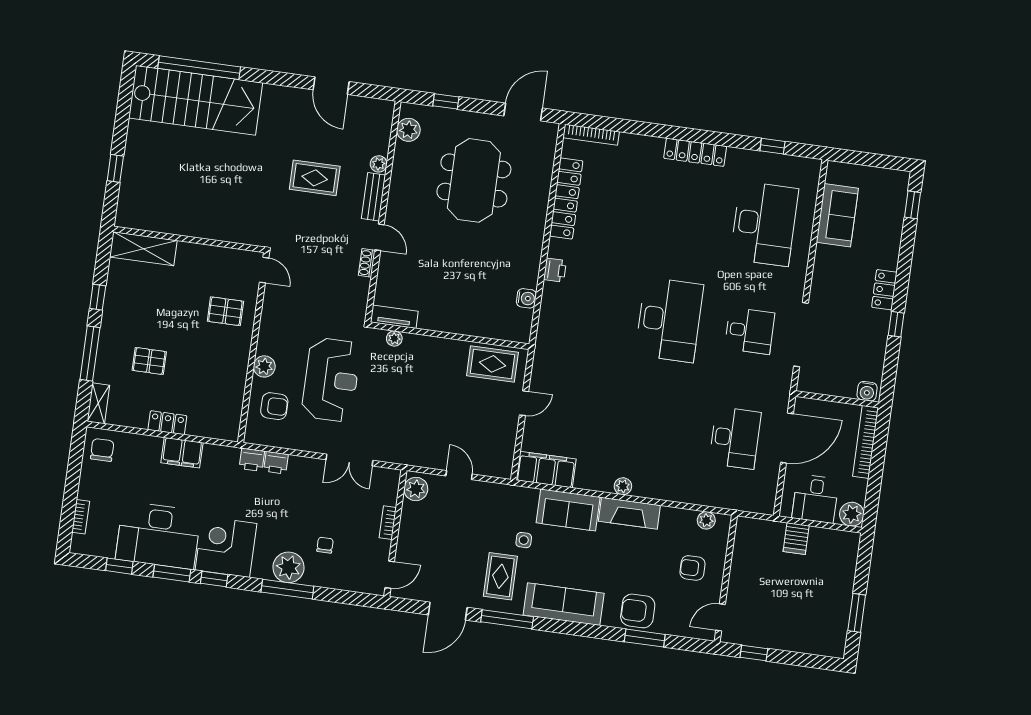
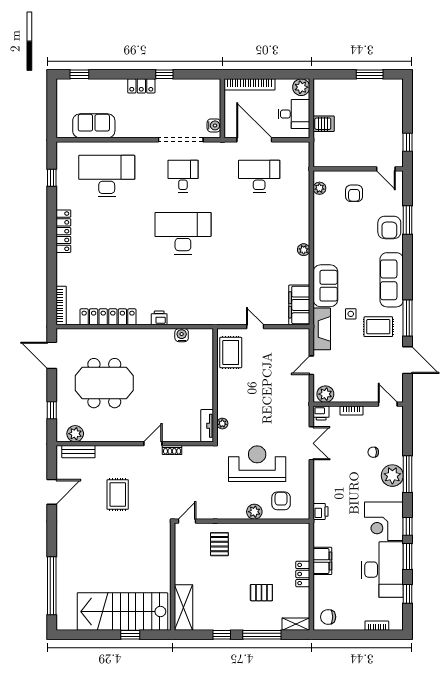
stairs: (196, 100) -> (122, 612), moved, turned -90
plant: (379, 164) -> (102, 451), removed
bench: (373, 197) -> (78, 452), moved
pallet: (149, 361) -> (261, 593), turned 90
water cooler: (867, 391) -> (214, 125), moved
printer: (276, 463) -> (321, 413), moved, turned 90
fireplace: (629, 513) -> (322, 329), moved

